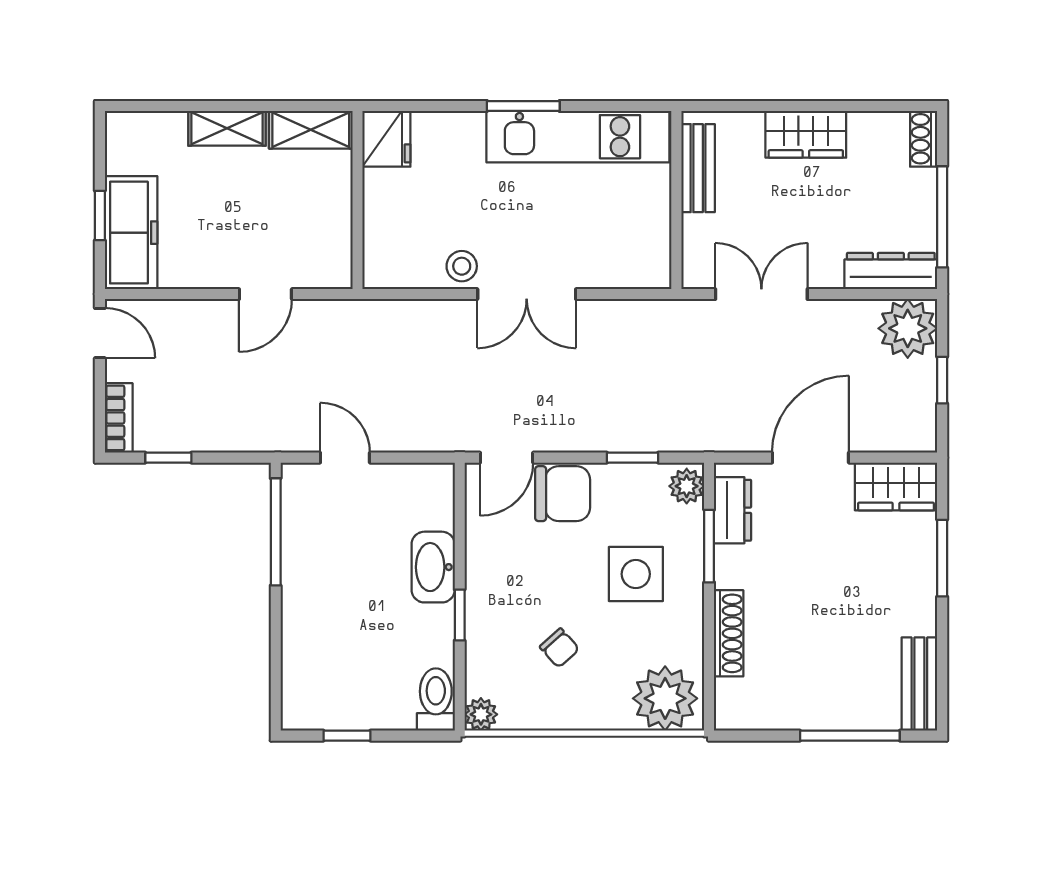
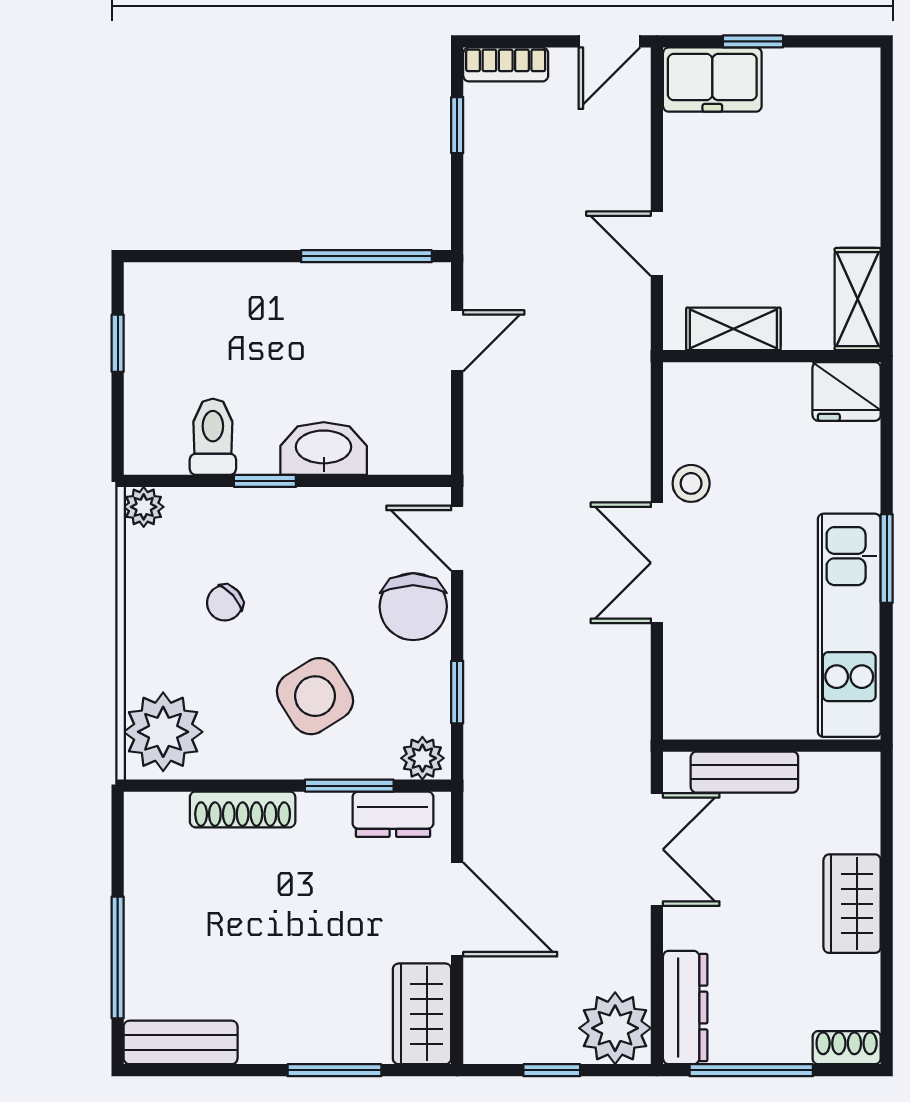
shelving: (227, 128) -> (733, 329), moved, turned 90
bench: (698, 168) -> (744, 772), moved
freezer: (131, 233) -> (712, 80), width x0.71
side table: (636, 574) -> (315, 696), turned -32
toilet: (436, 699) -> (213, 437), moved, turned -90

